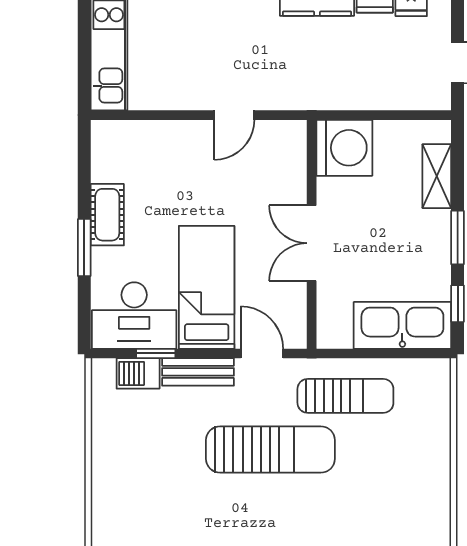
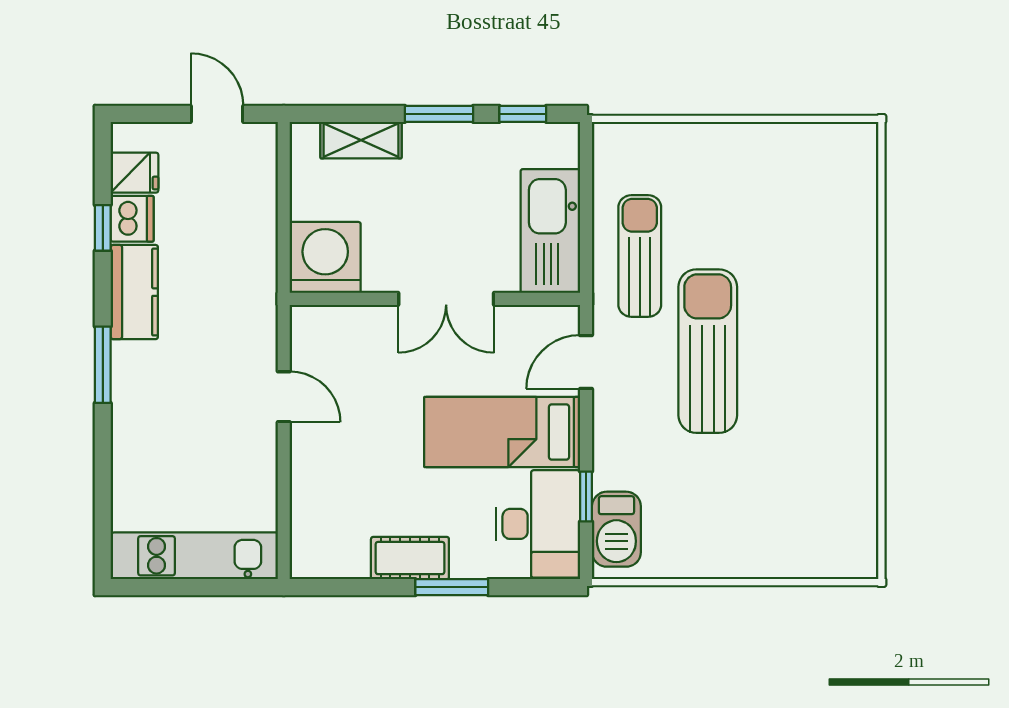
kitchen sink: (402, 325) -> (550, 231), moved
bench: (198, 372) -> (609, 443), removed
barbecue: (138, 373) -> (616, 529), width x1.38, depth x1.27

